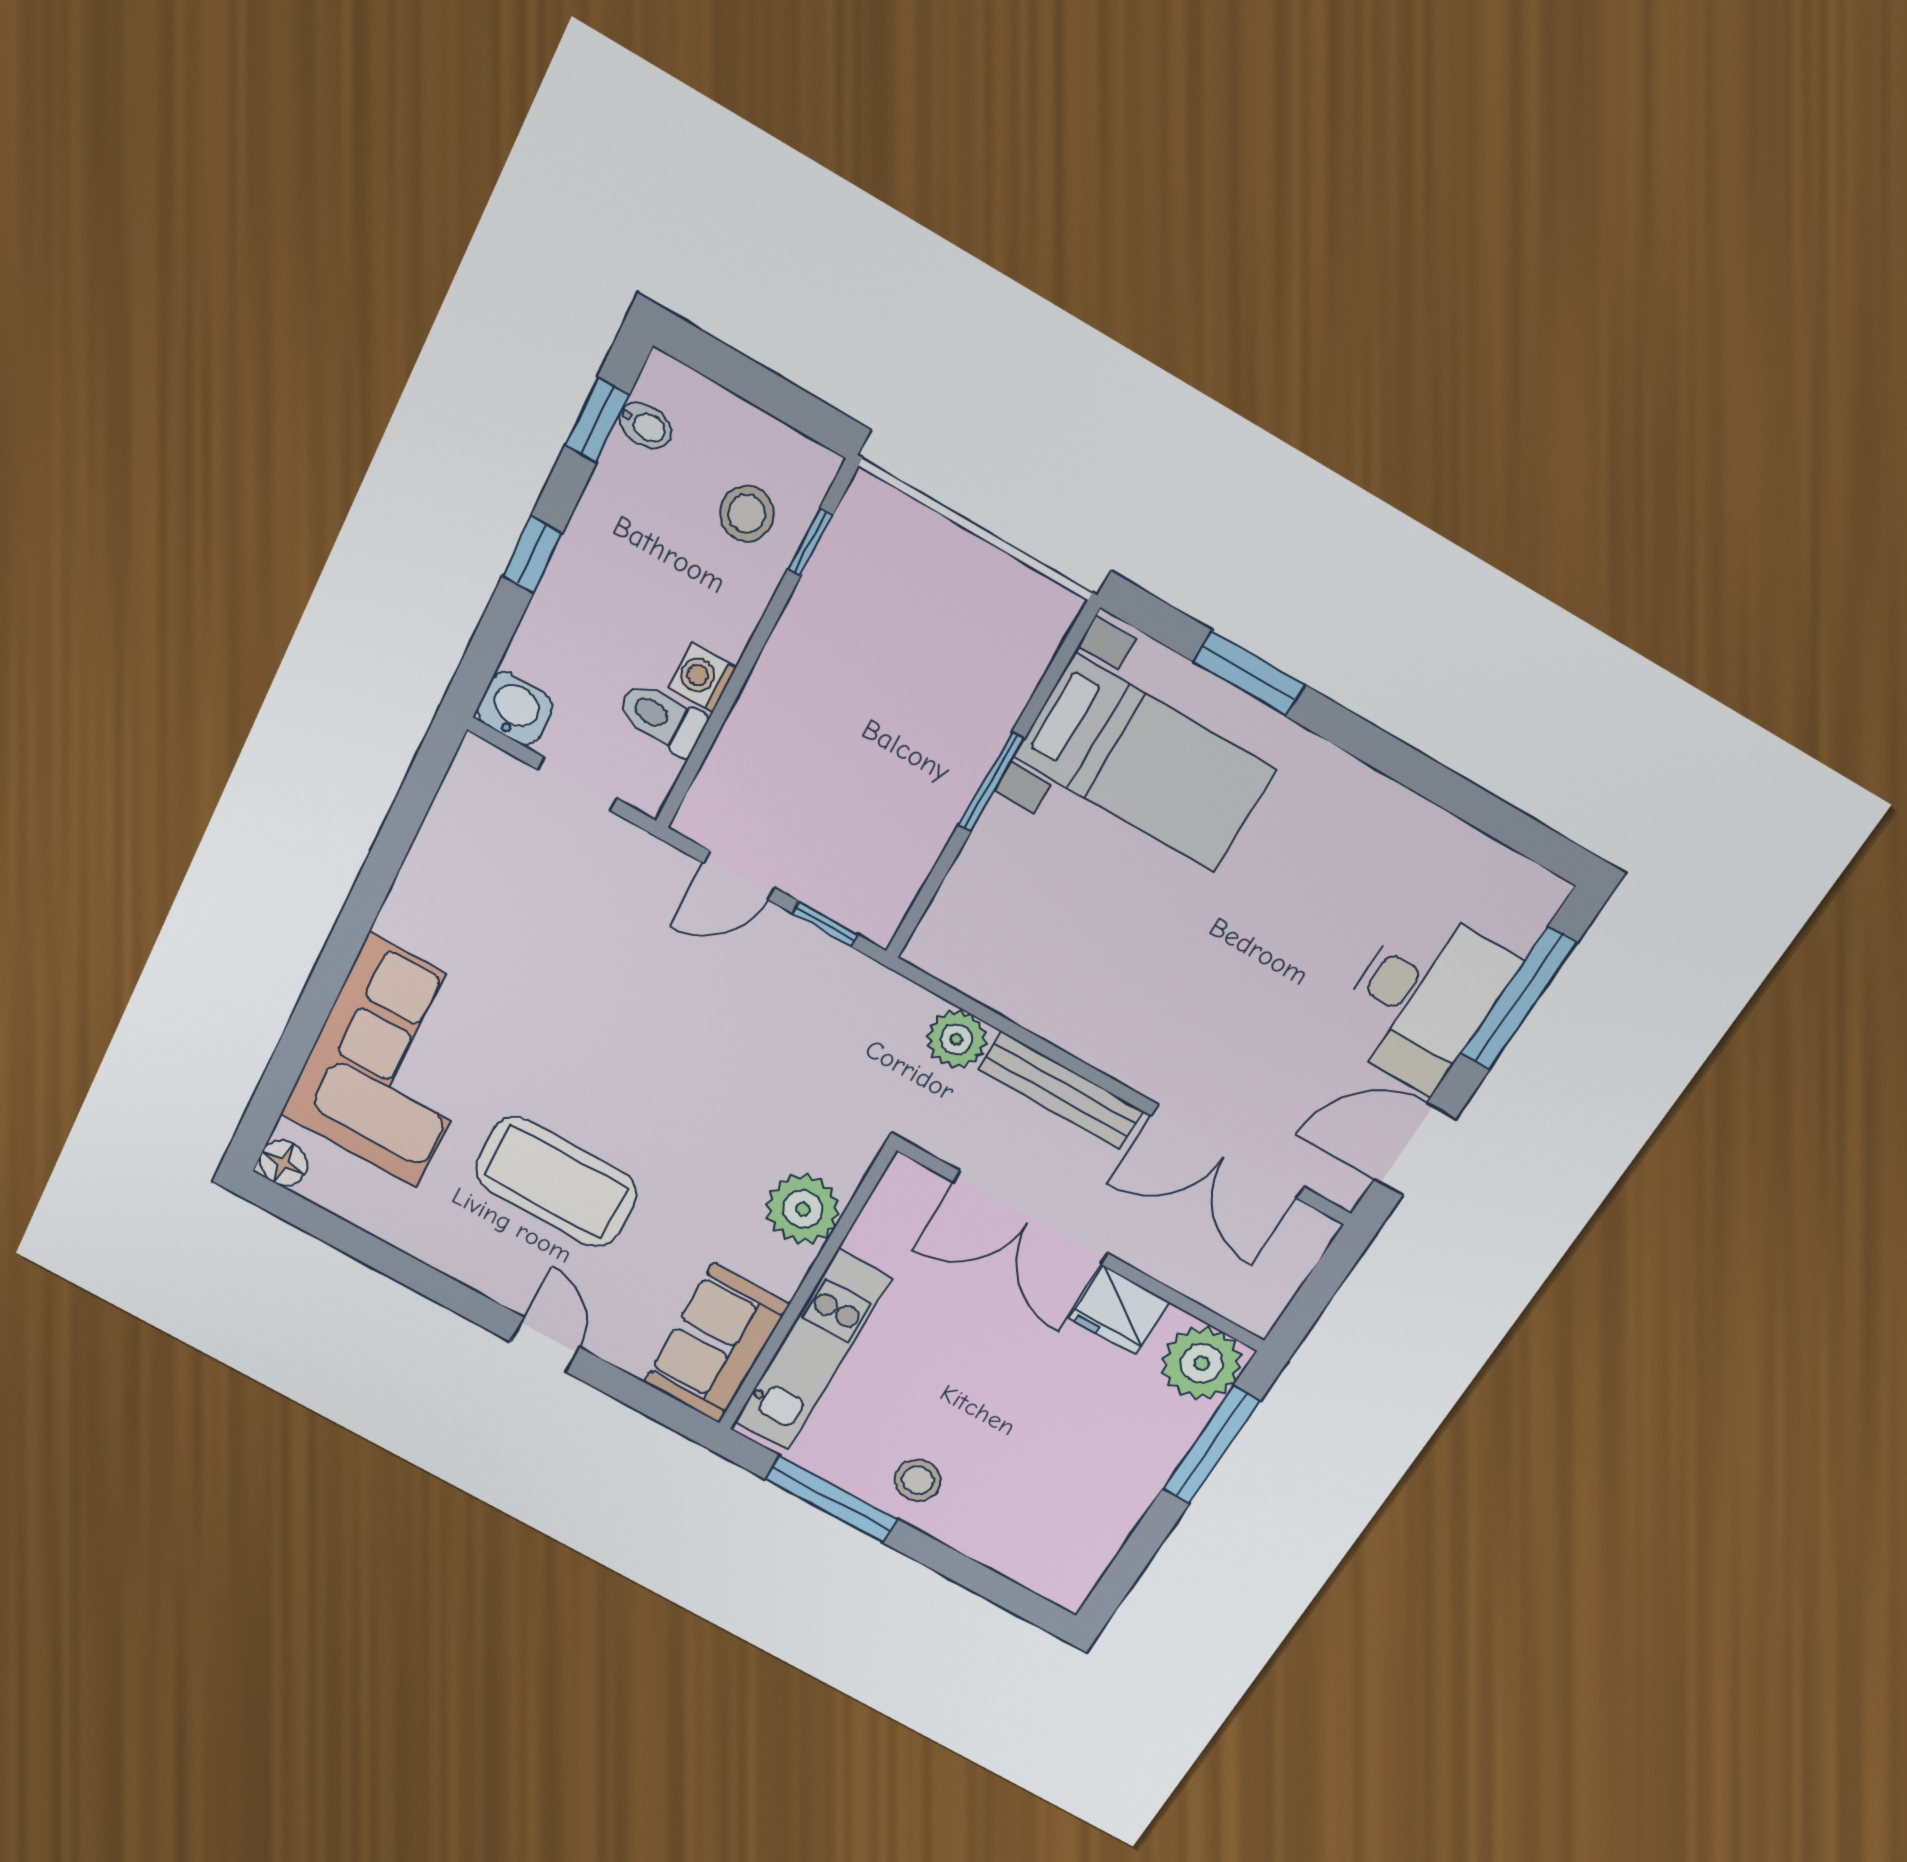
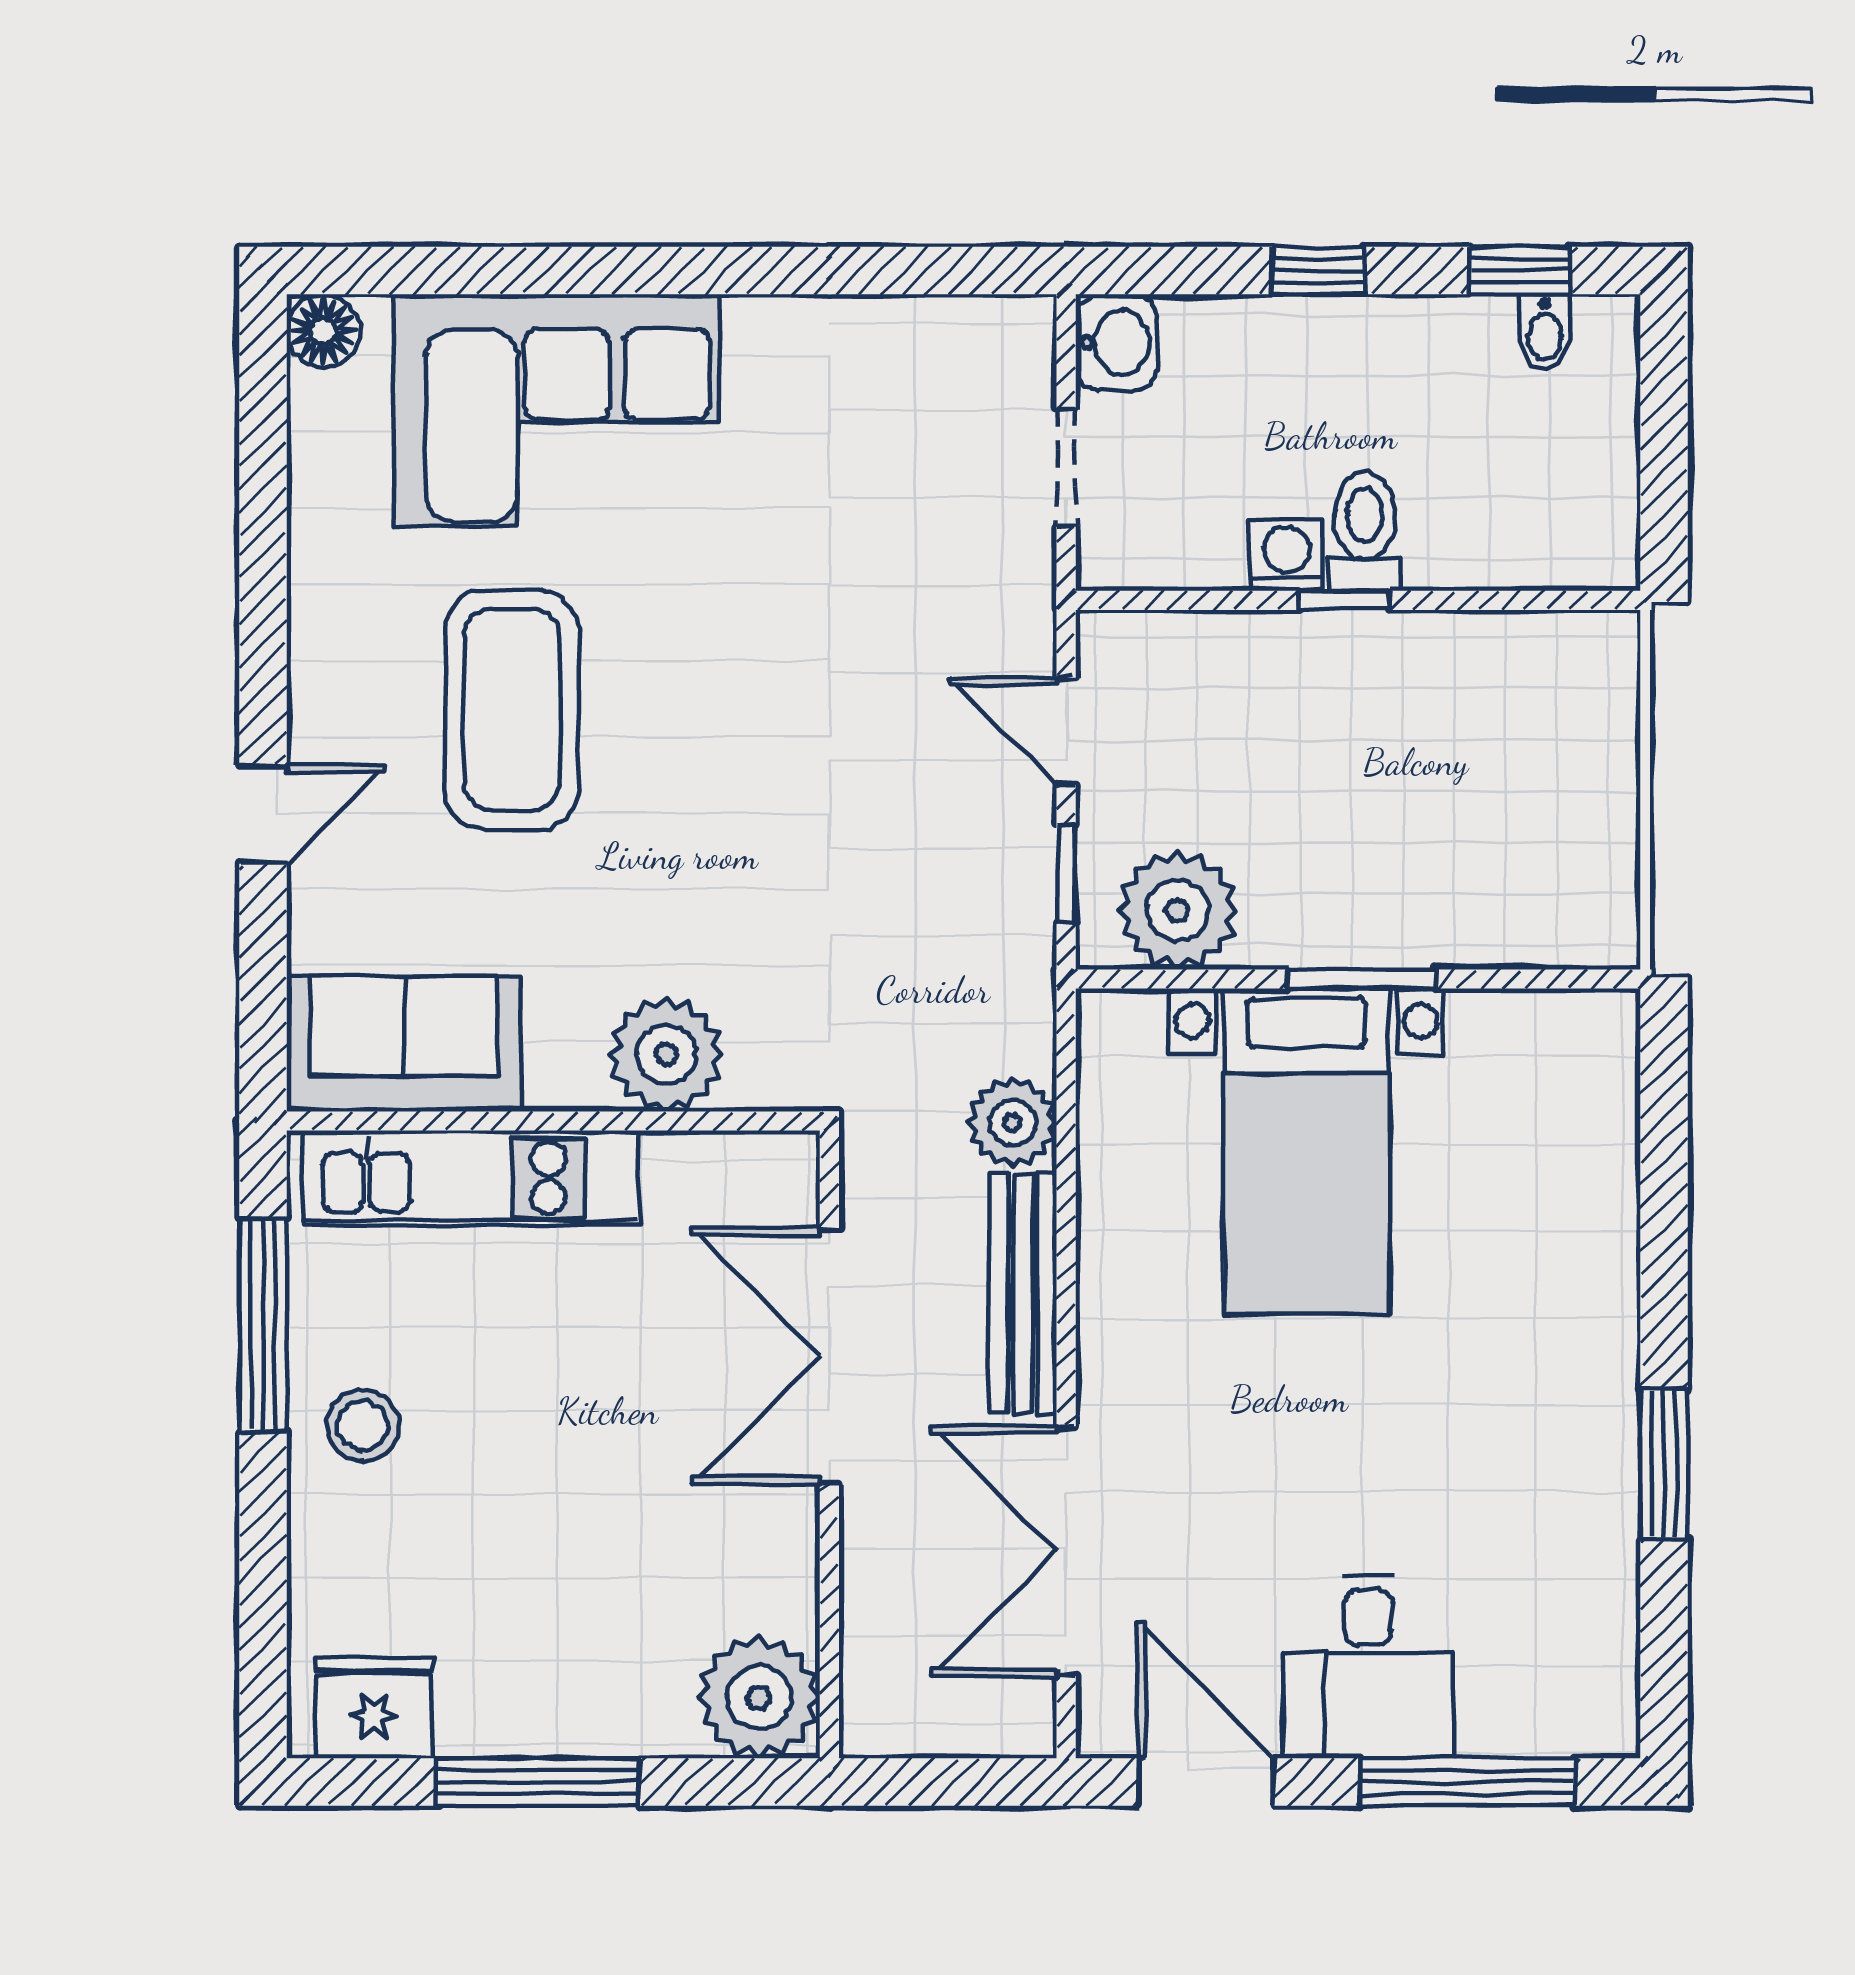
stool: (747, 513) -> (1511, 506), removed
window: (810, 542) -> (1344, 600), moved
window: (1249, 673) -> (1664, 1464), moved
toilet: (662, 718) -> (1365, 531), moved
bed with nightstands: (1145, 763) -> (1306, 1151), moved
plant: (885, 870) -> (1178, 910), added
desk: (1423, 999) -> (1368, 1667), width x0.73
fridge: (1119, 1310) -> (374, 1708), moved, turned 90
window: (1211, 1445) -> (537, 1782), moved

